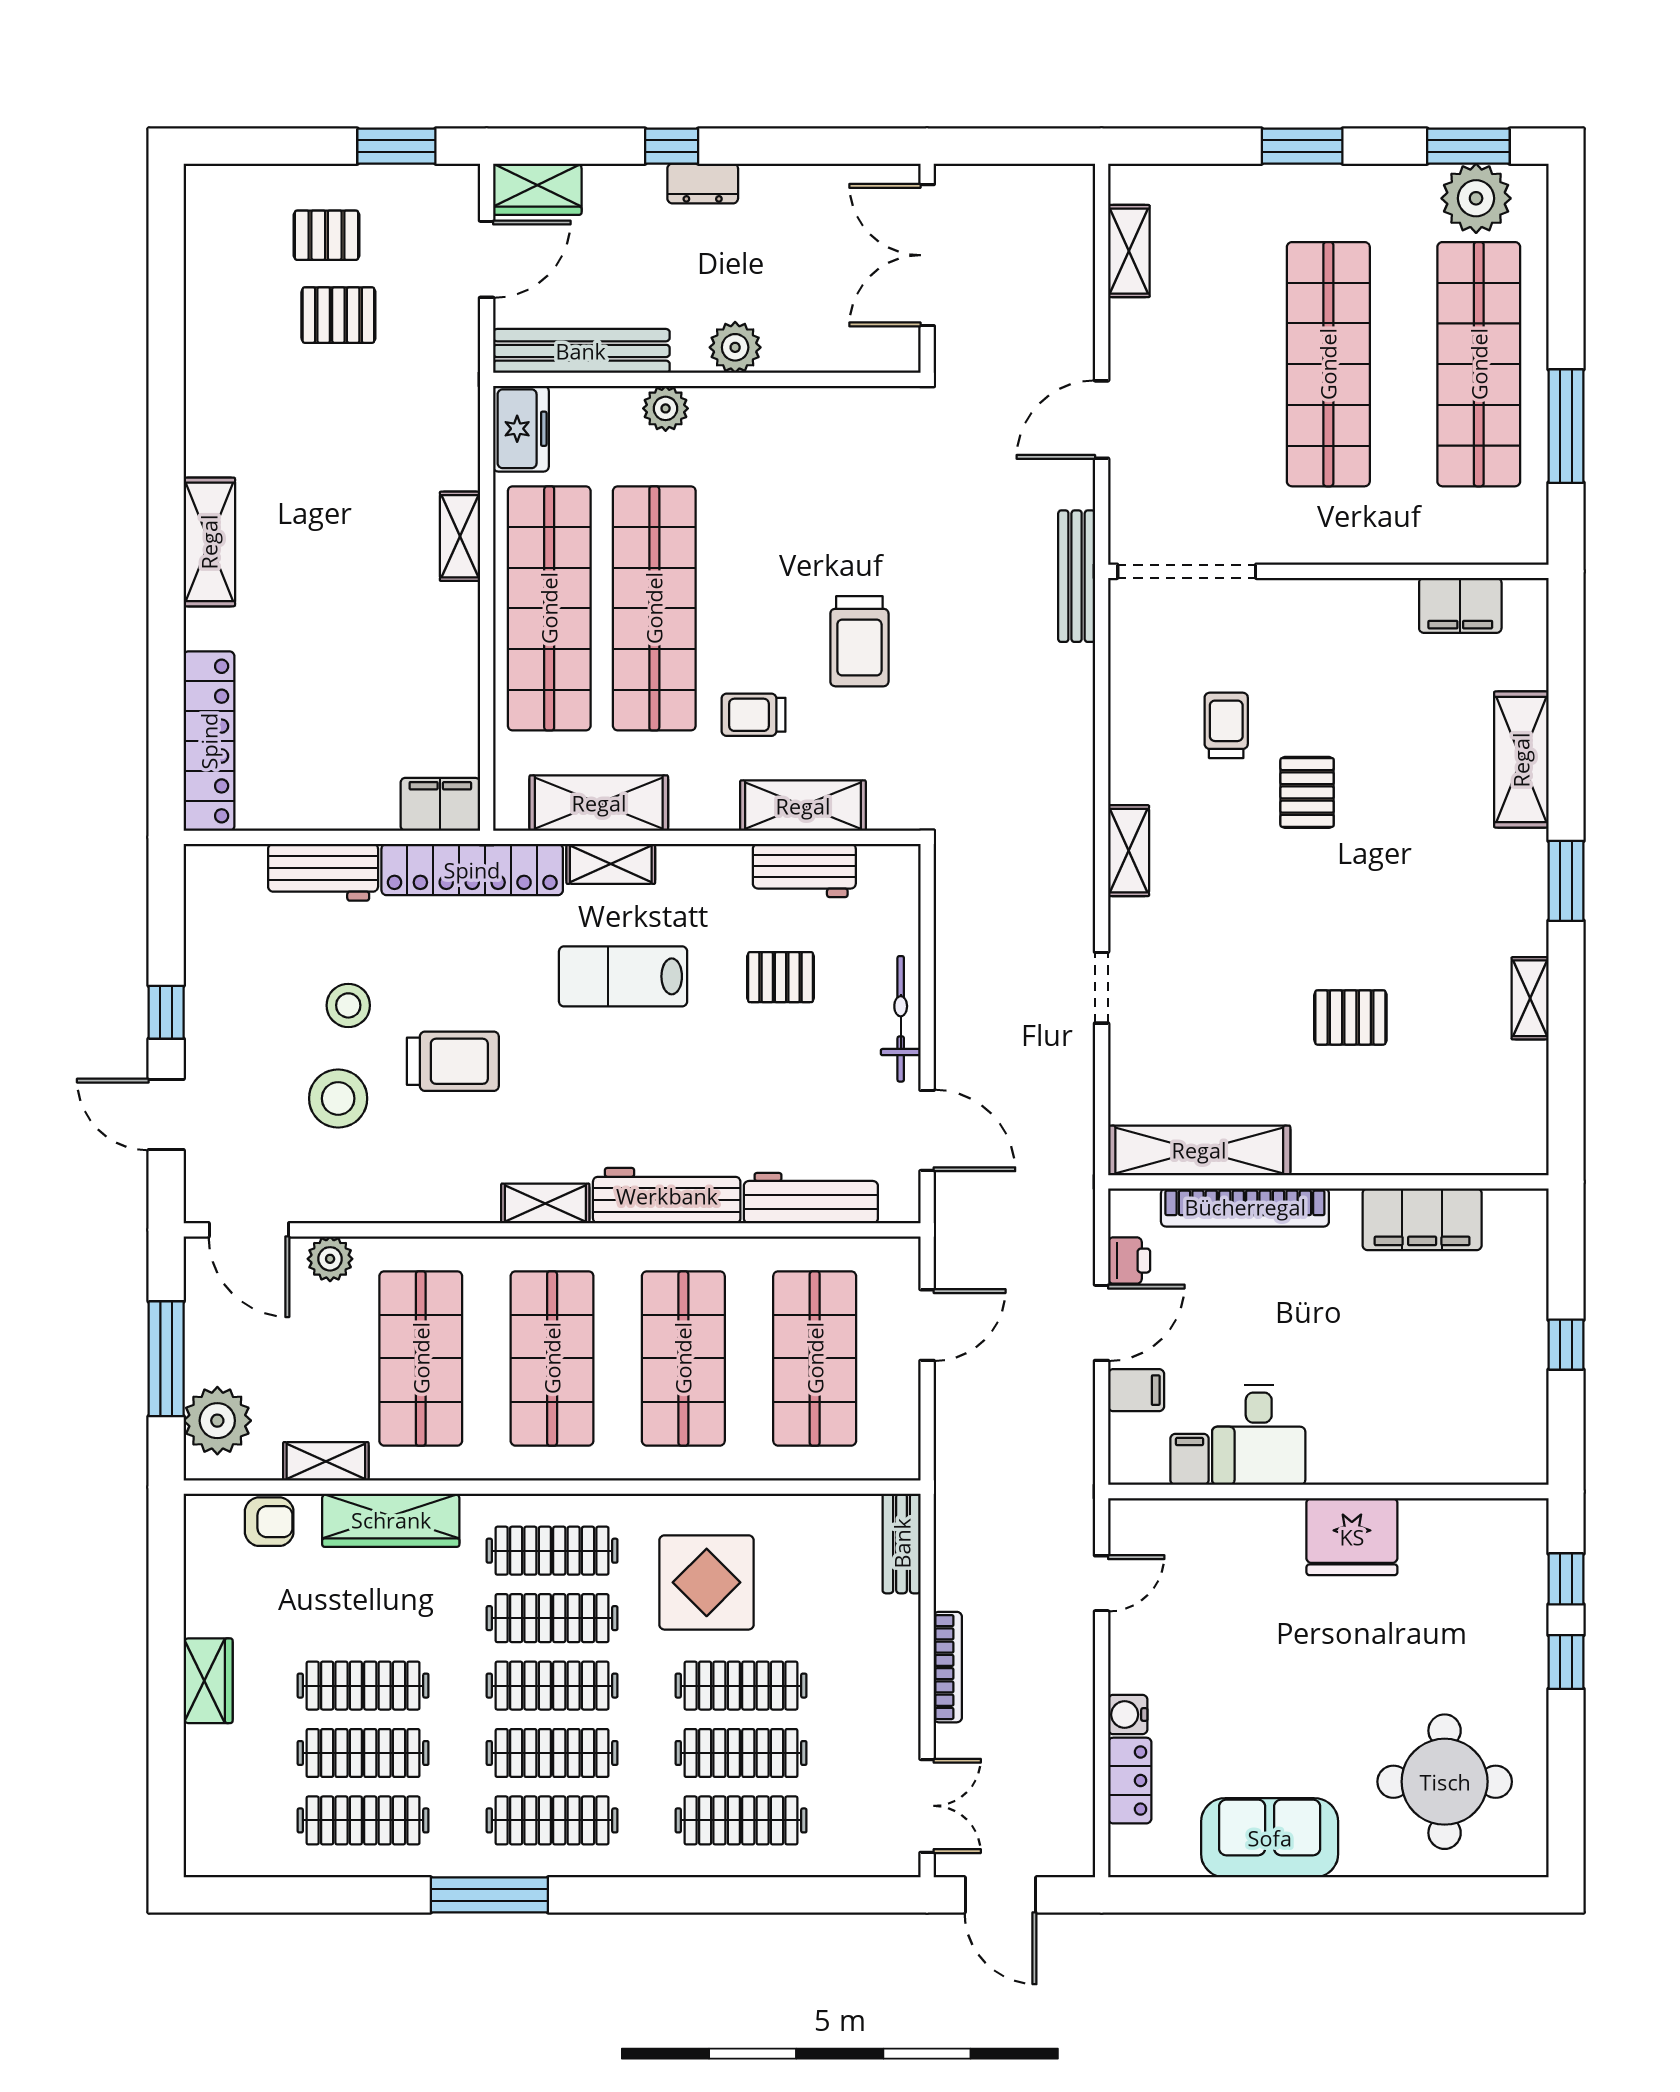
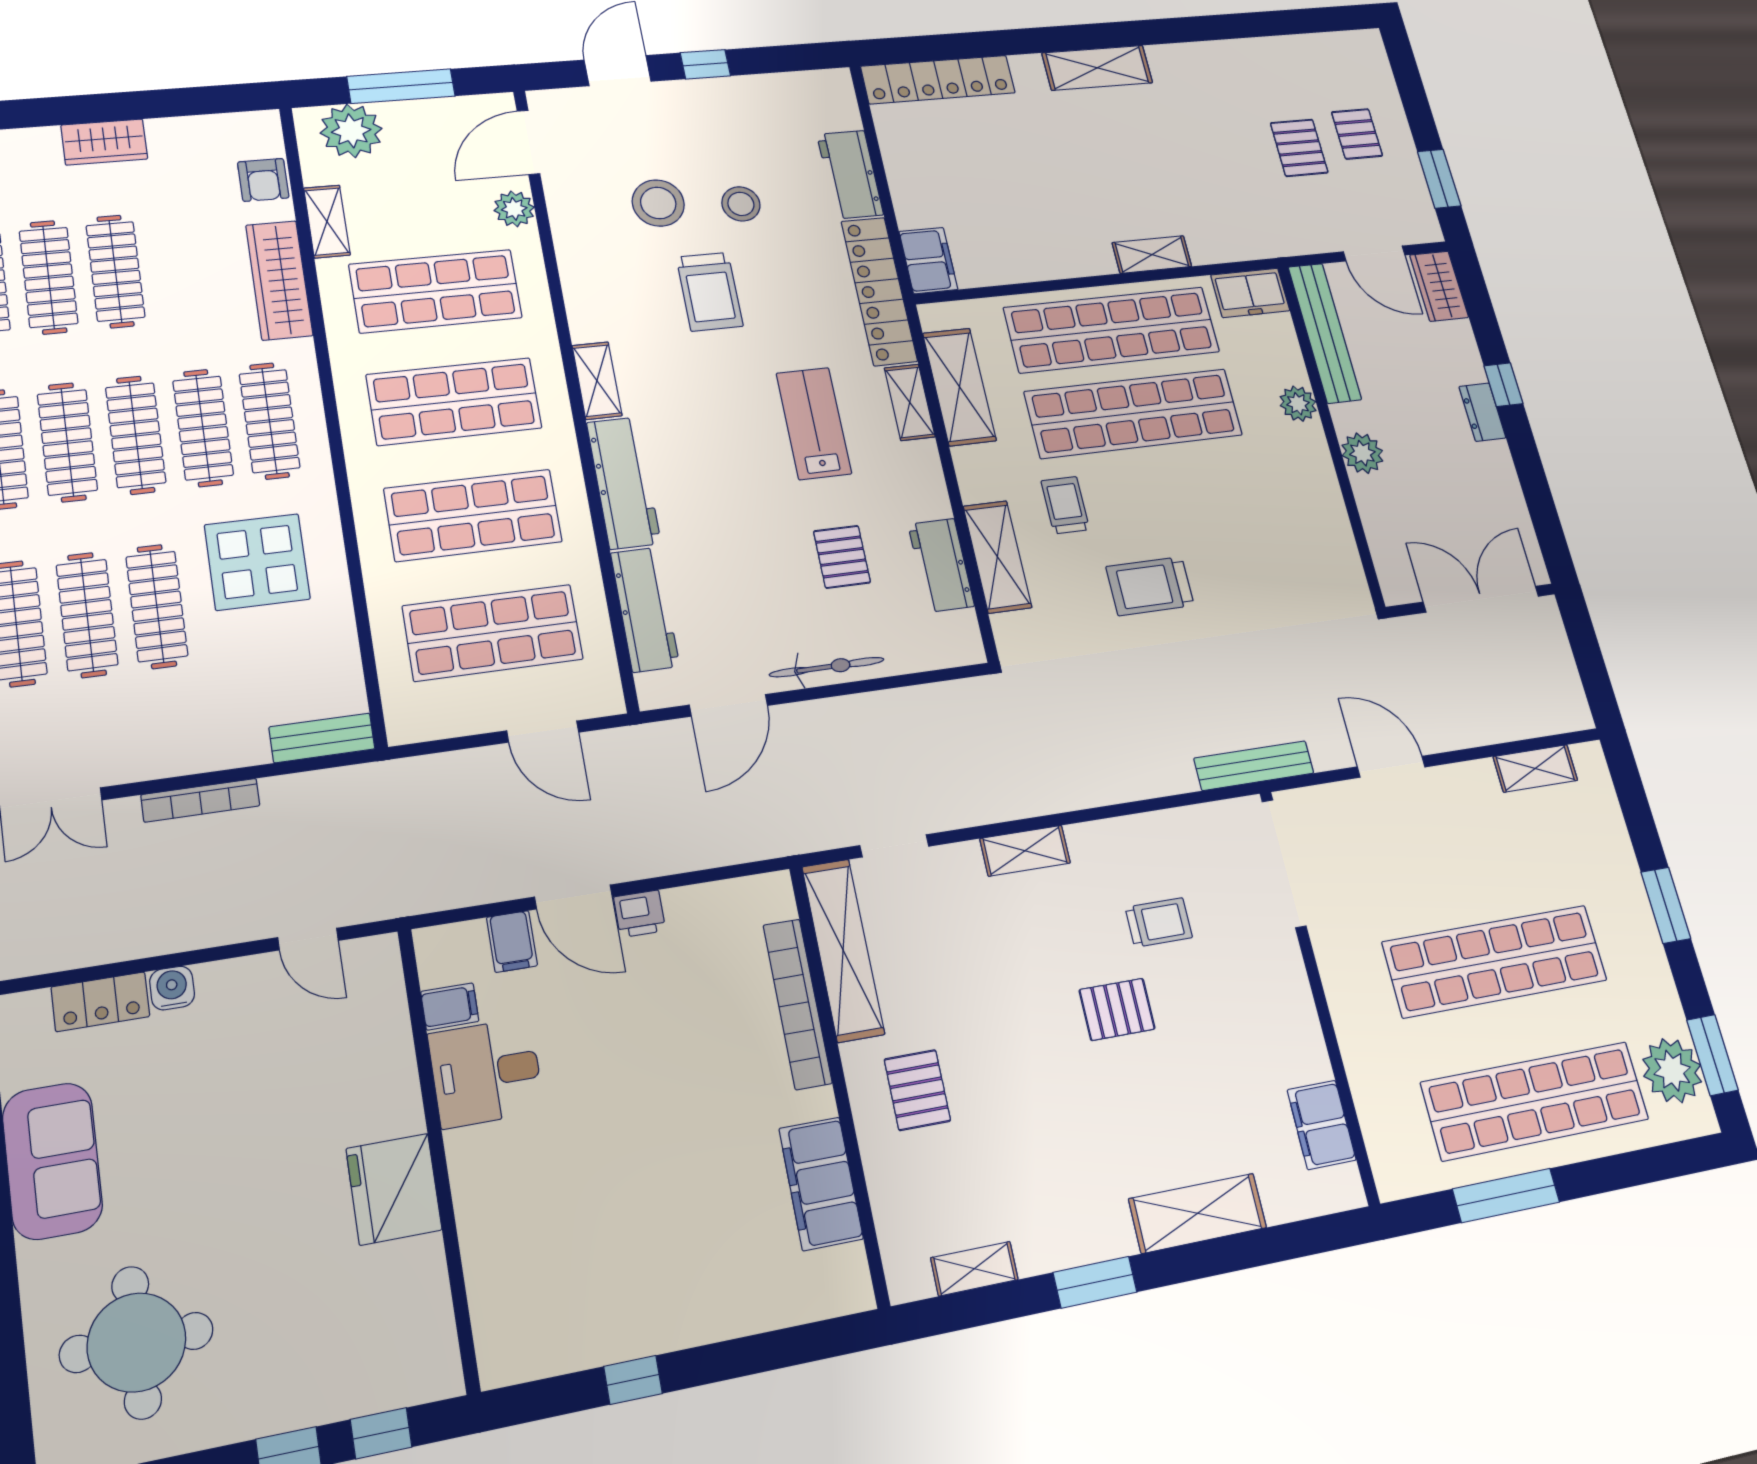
shelving: (1199, 1150) -> (843, 950), moved
wall: (1328, 1182) -> (839, 1082), moved
bookcase: (1245, 1207) -> (797, 1004), moved
filing cabinet: (1422, 1219) -> (821, 1184), moved

